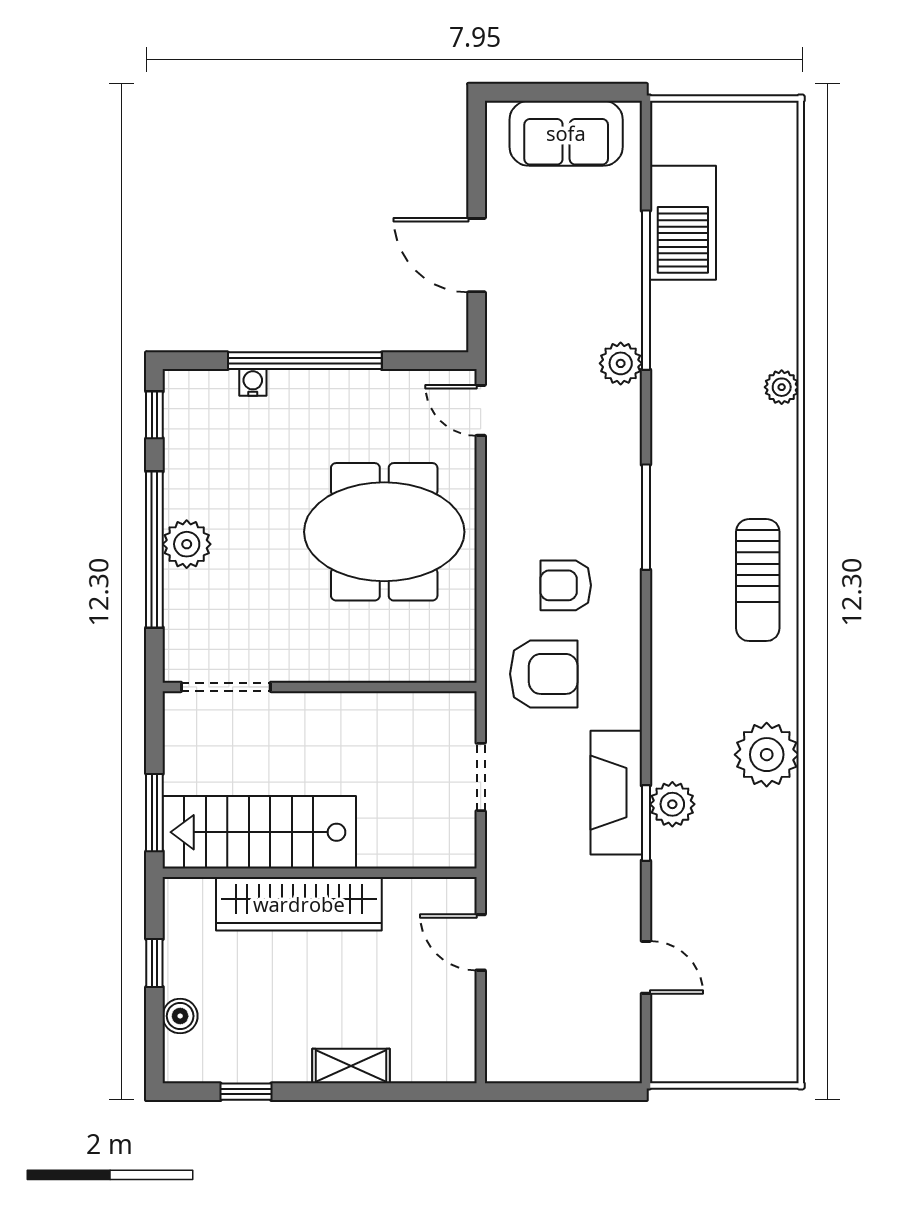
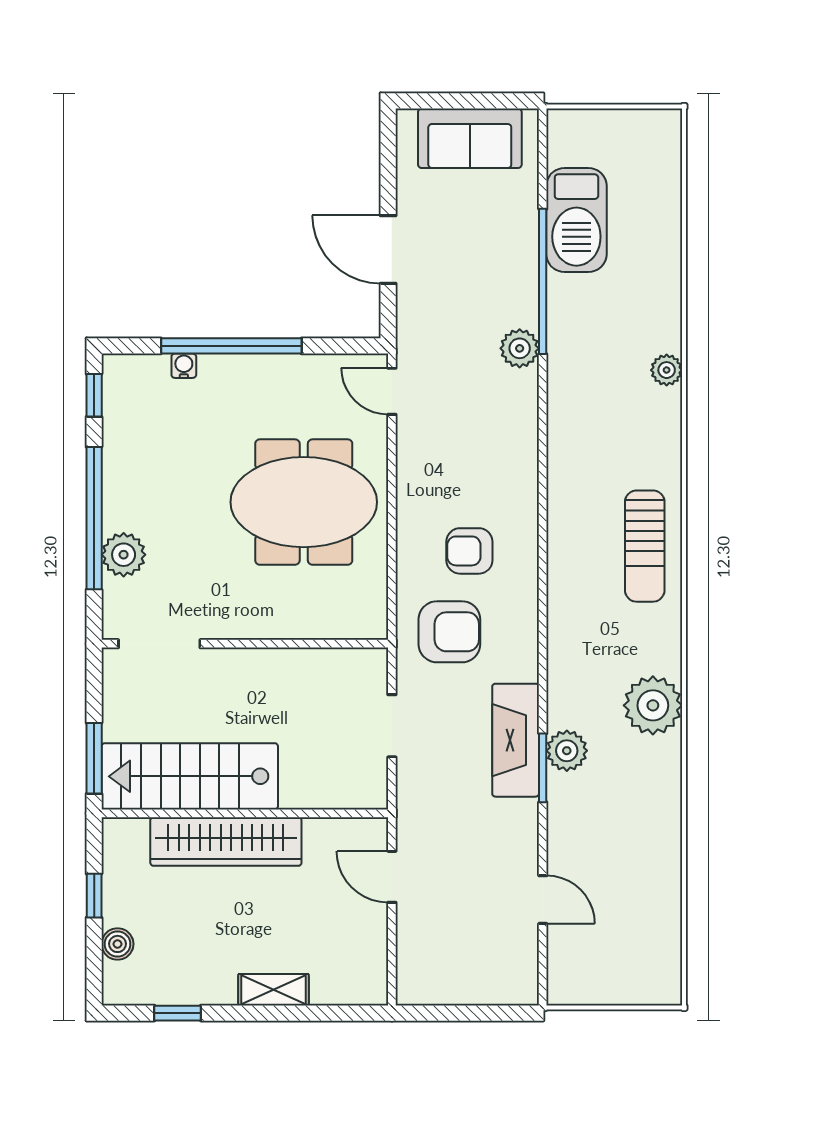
window: (646, 517) -> (543, 489), removed
plant: (187, 544) -> (124, 555), moved

